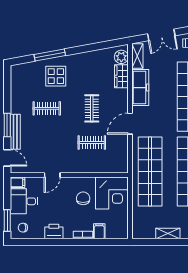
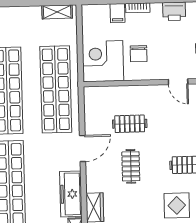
door: (52, 175) -> (178, 82), swing flipped
shelving: (168, 233) -> (57, 12), moved

